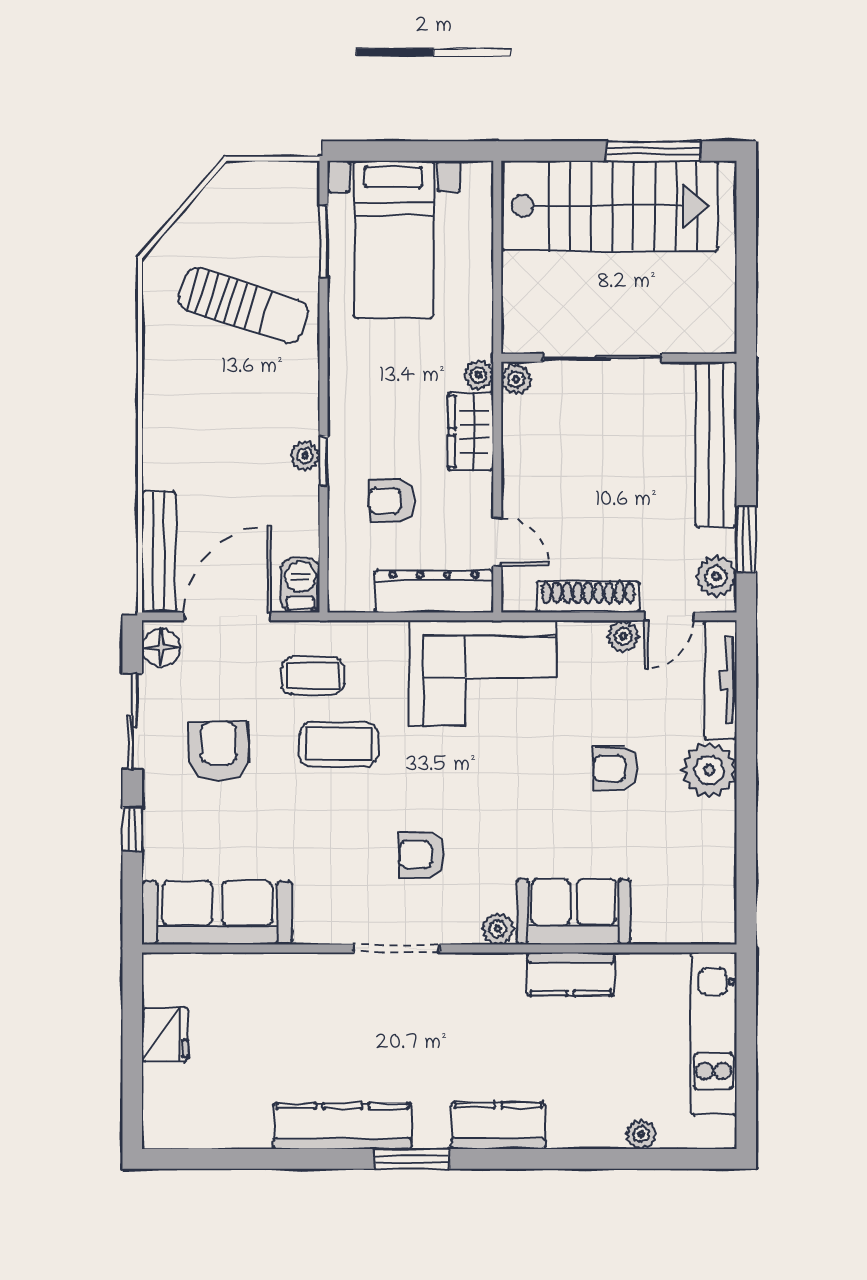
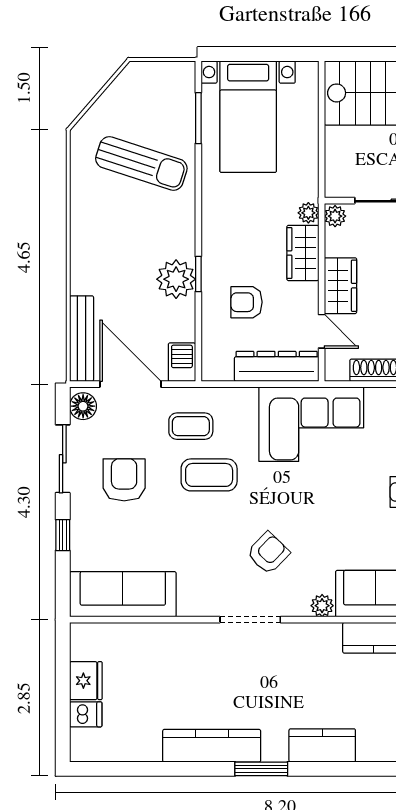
plant: (305, 456) -> (176, 279), width x1.88, depth x1.88
wardrobe: (524, 478) -> (340, 286), added
door: (228, 616) -> (130, 384), hinge flipped
armchair: (422, 855) -> (268, 553), turned 134
dishwasher: (165, 1082) -> (86, 714), added

